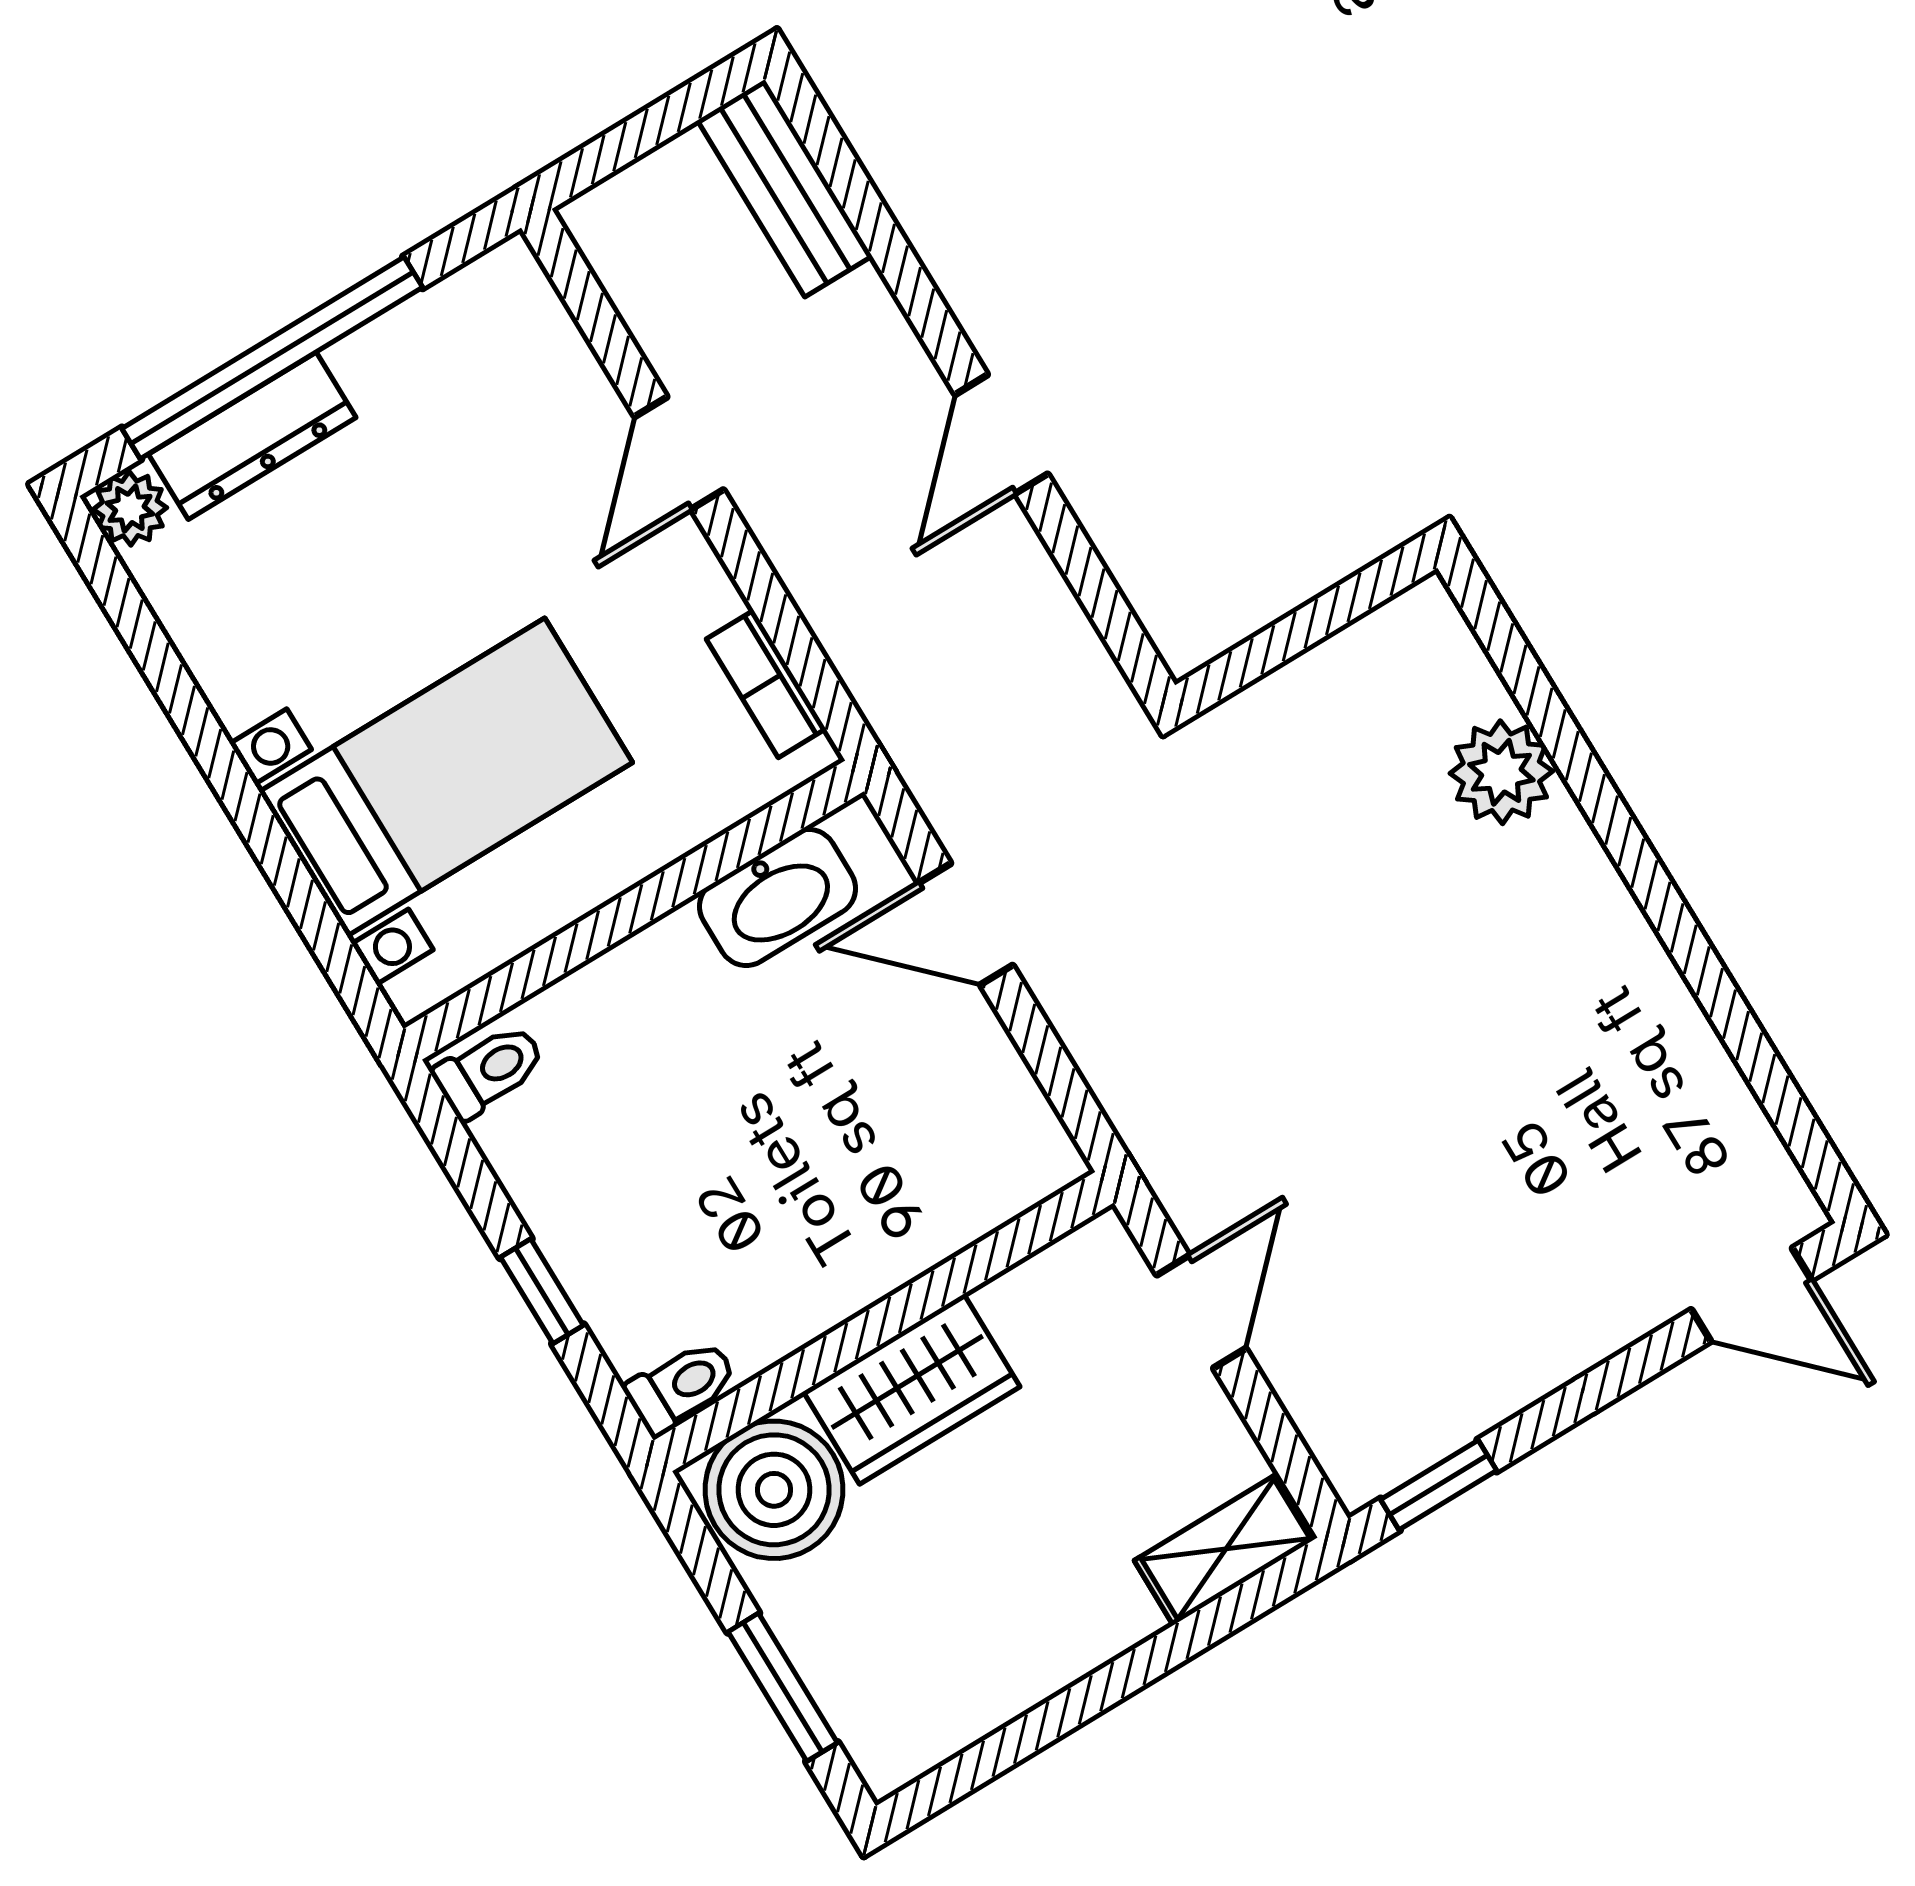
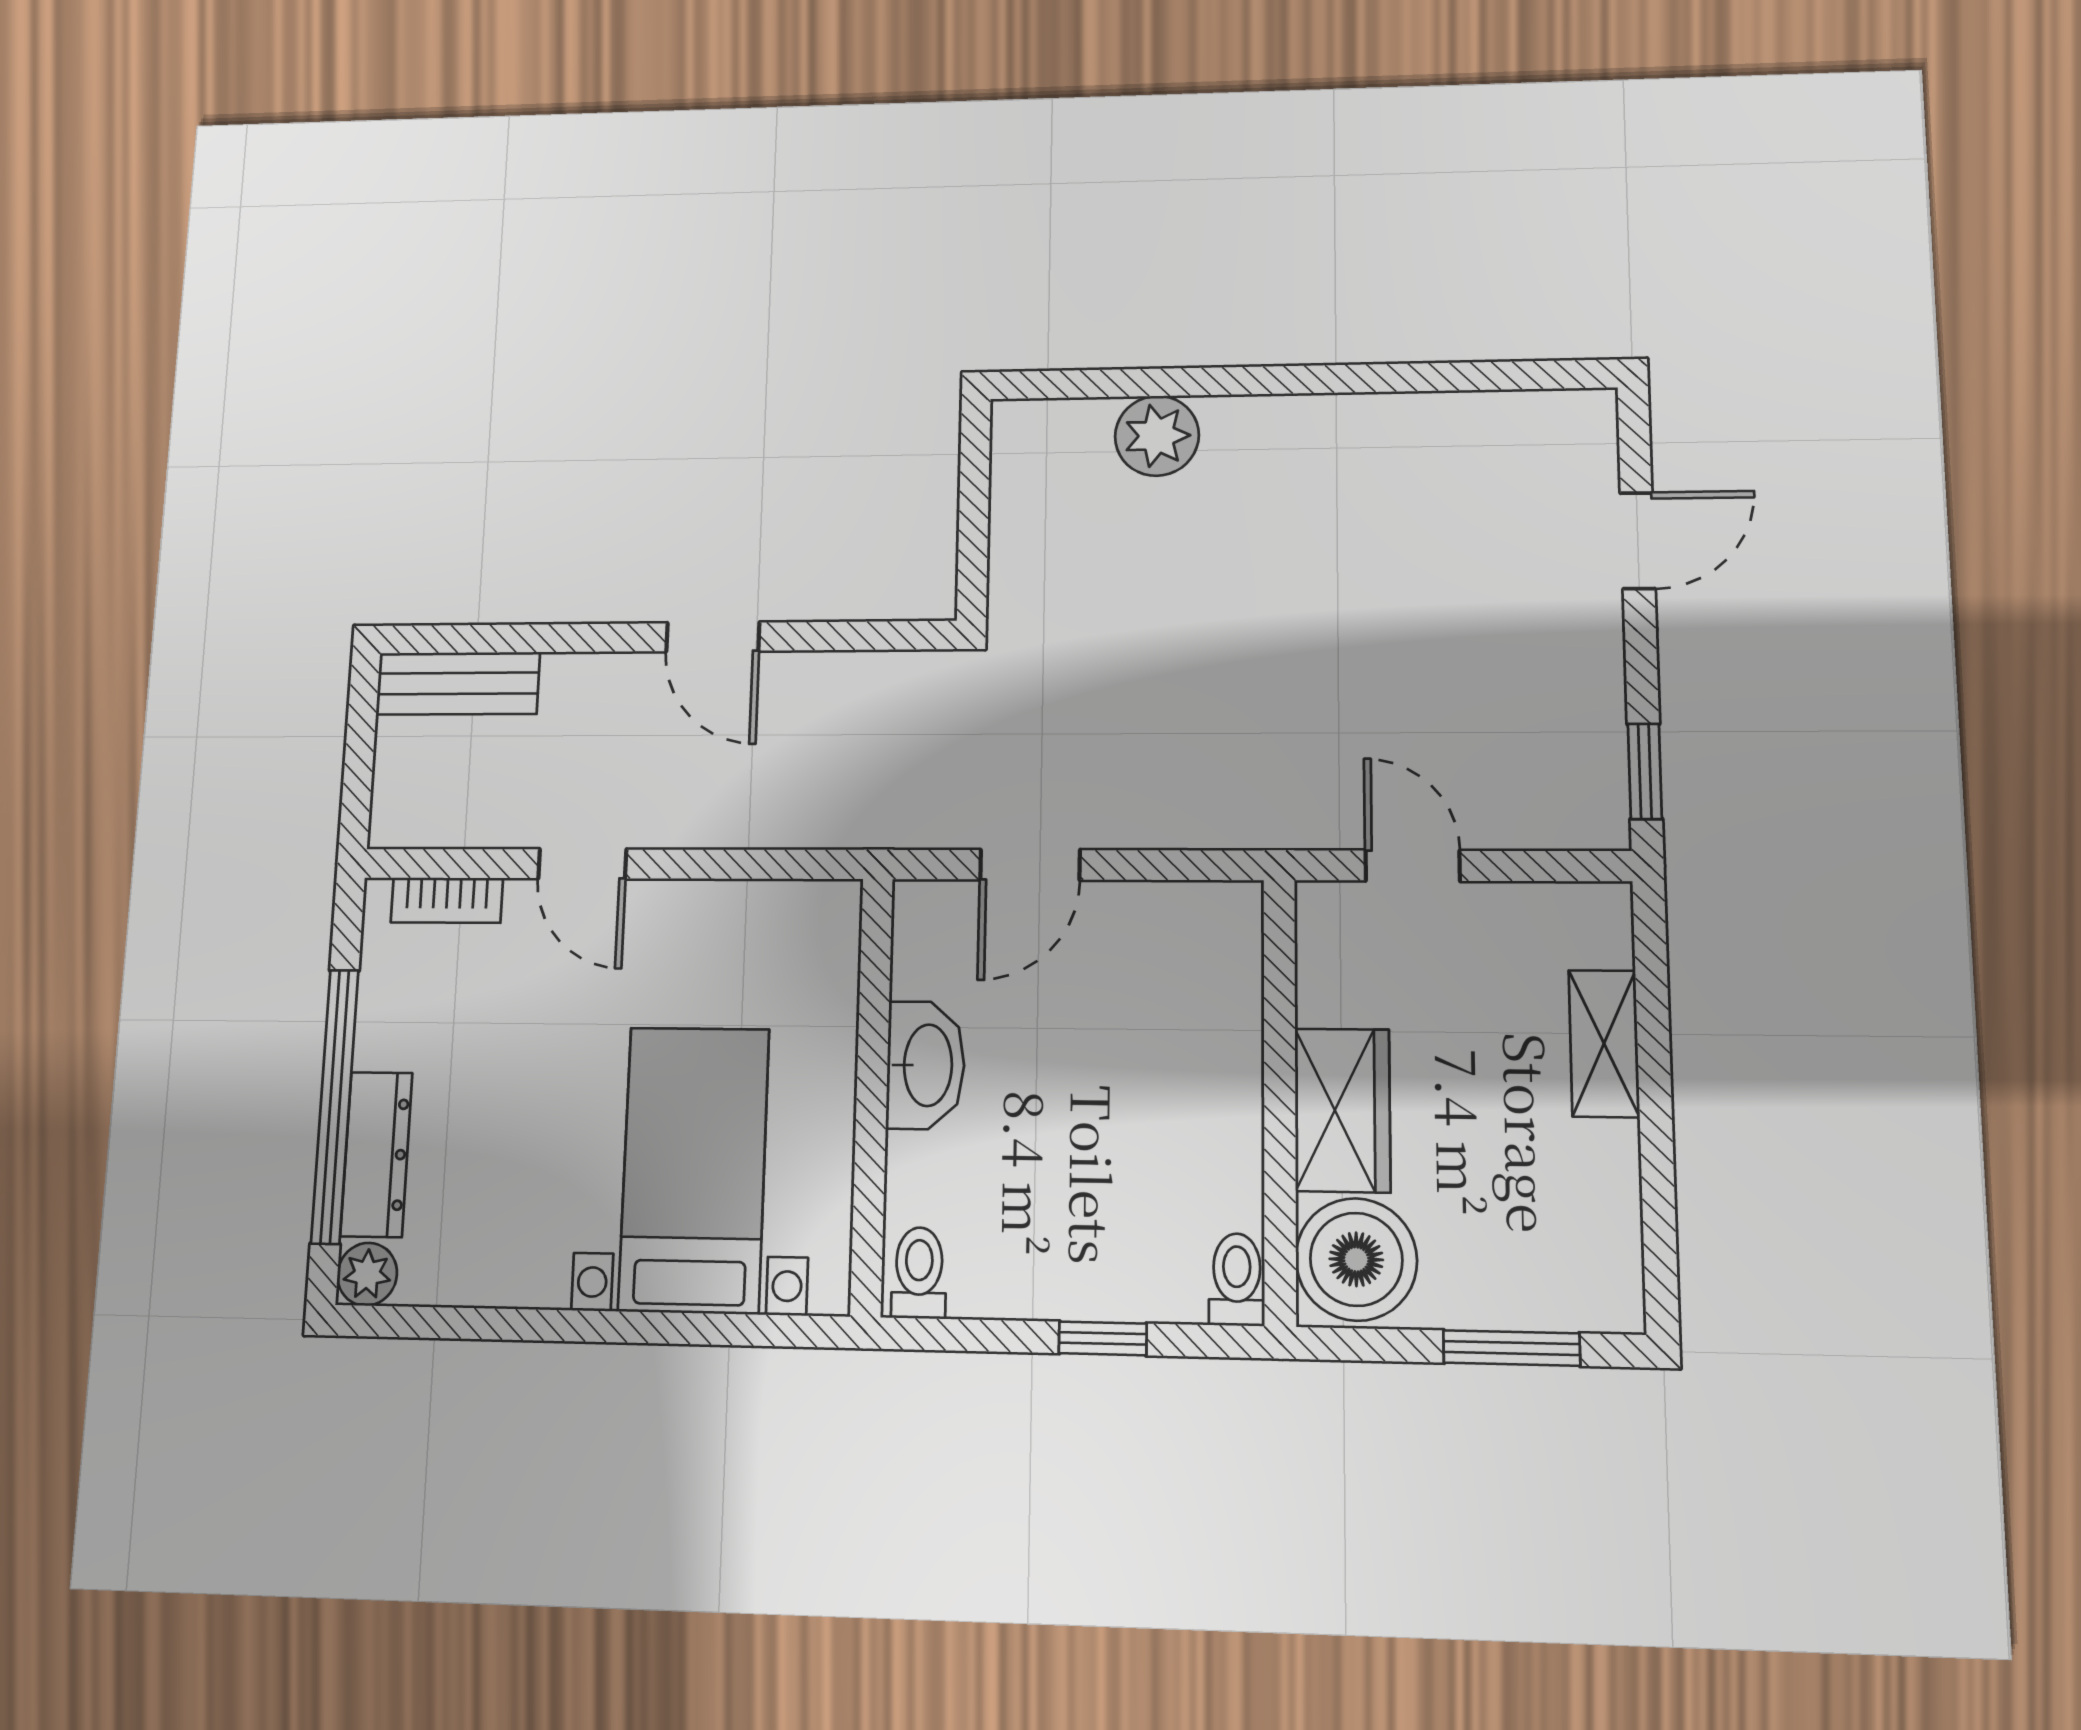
bookcase: (766, 684) -> (447, 900), moved
washbasin: (778, 898) -> (926, 1065), moved
door: (1752, 1295) -> (1638, 541), moved
shelving: (1226, 1549) -> (1604, 1043), moved

